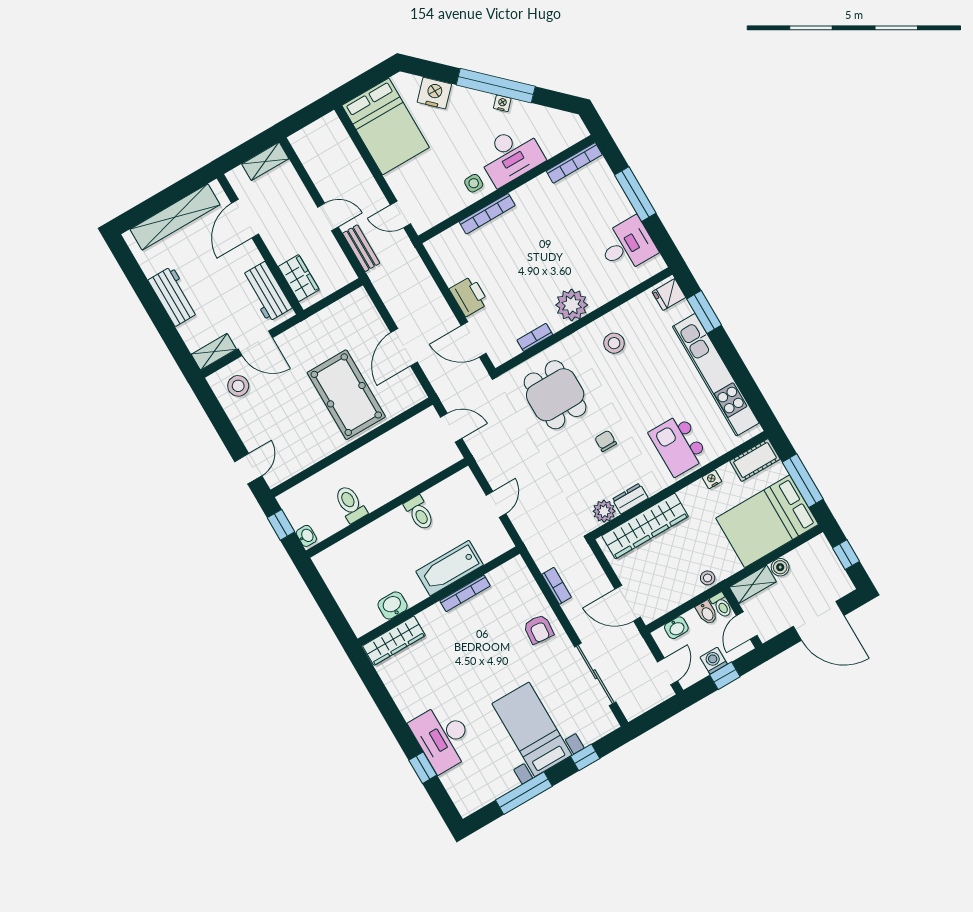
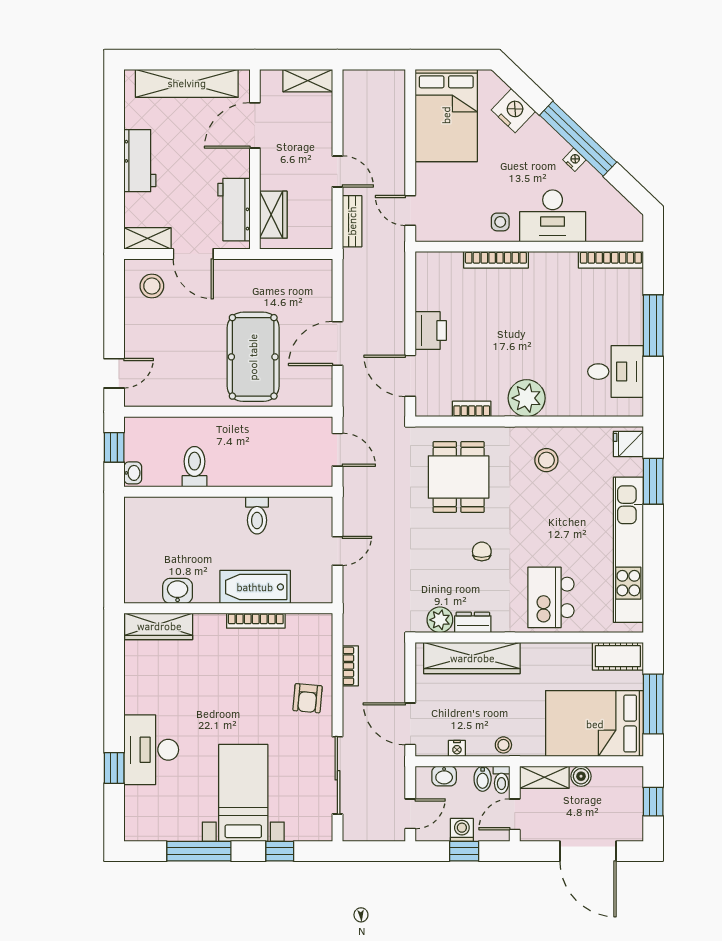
nightstand: (712, 479) -> (457, 748), moved, turned 180

